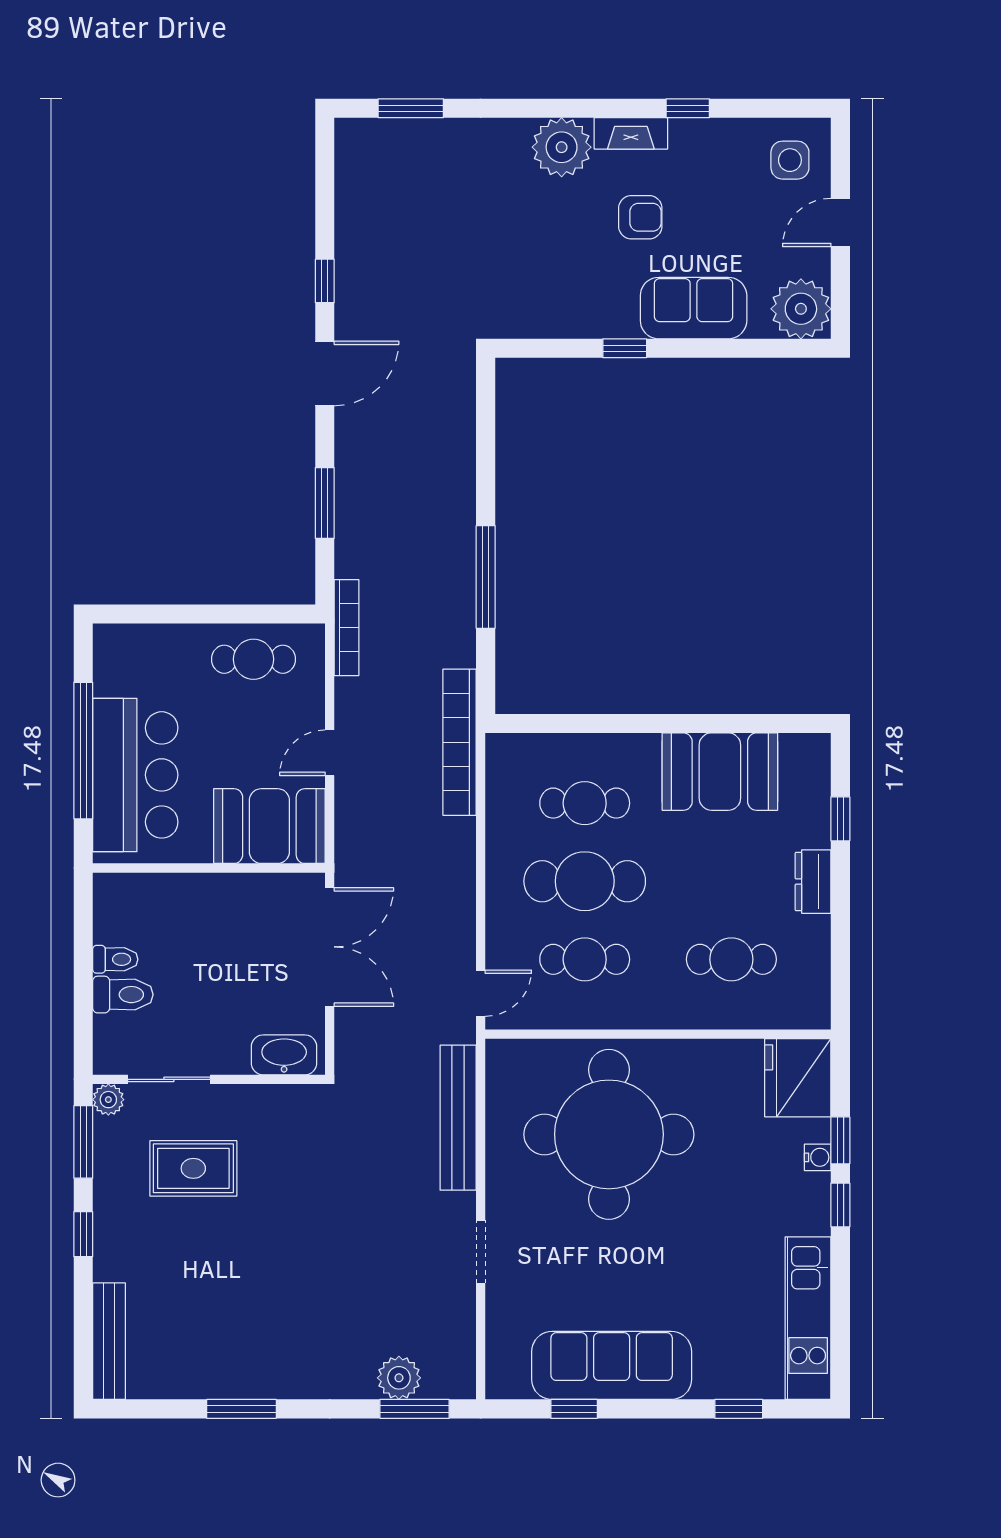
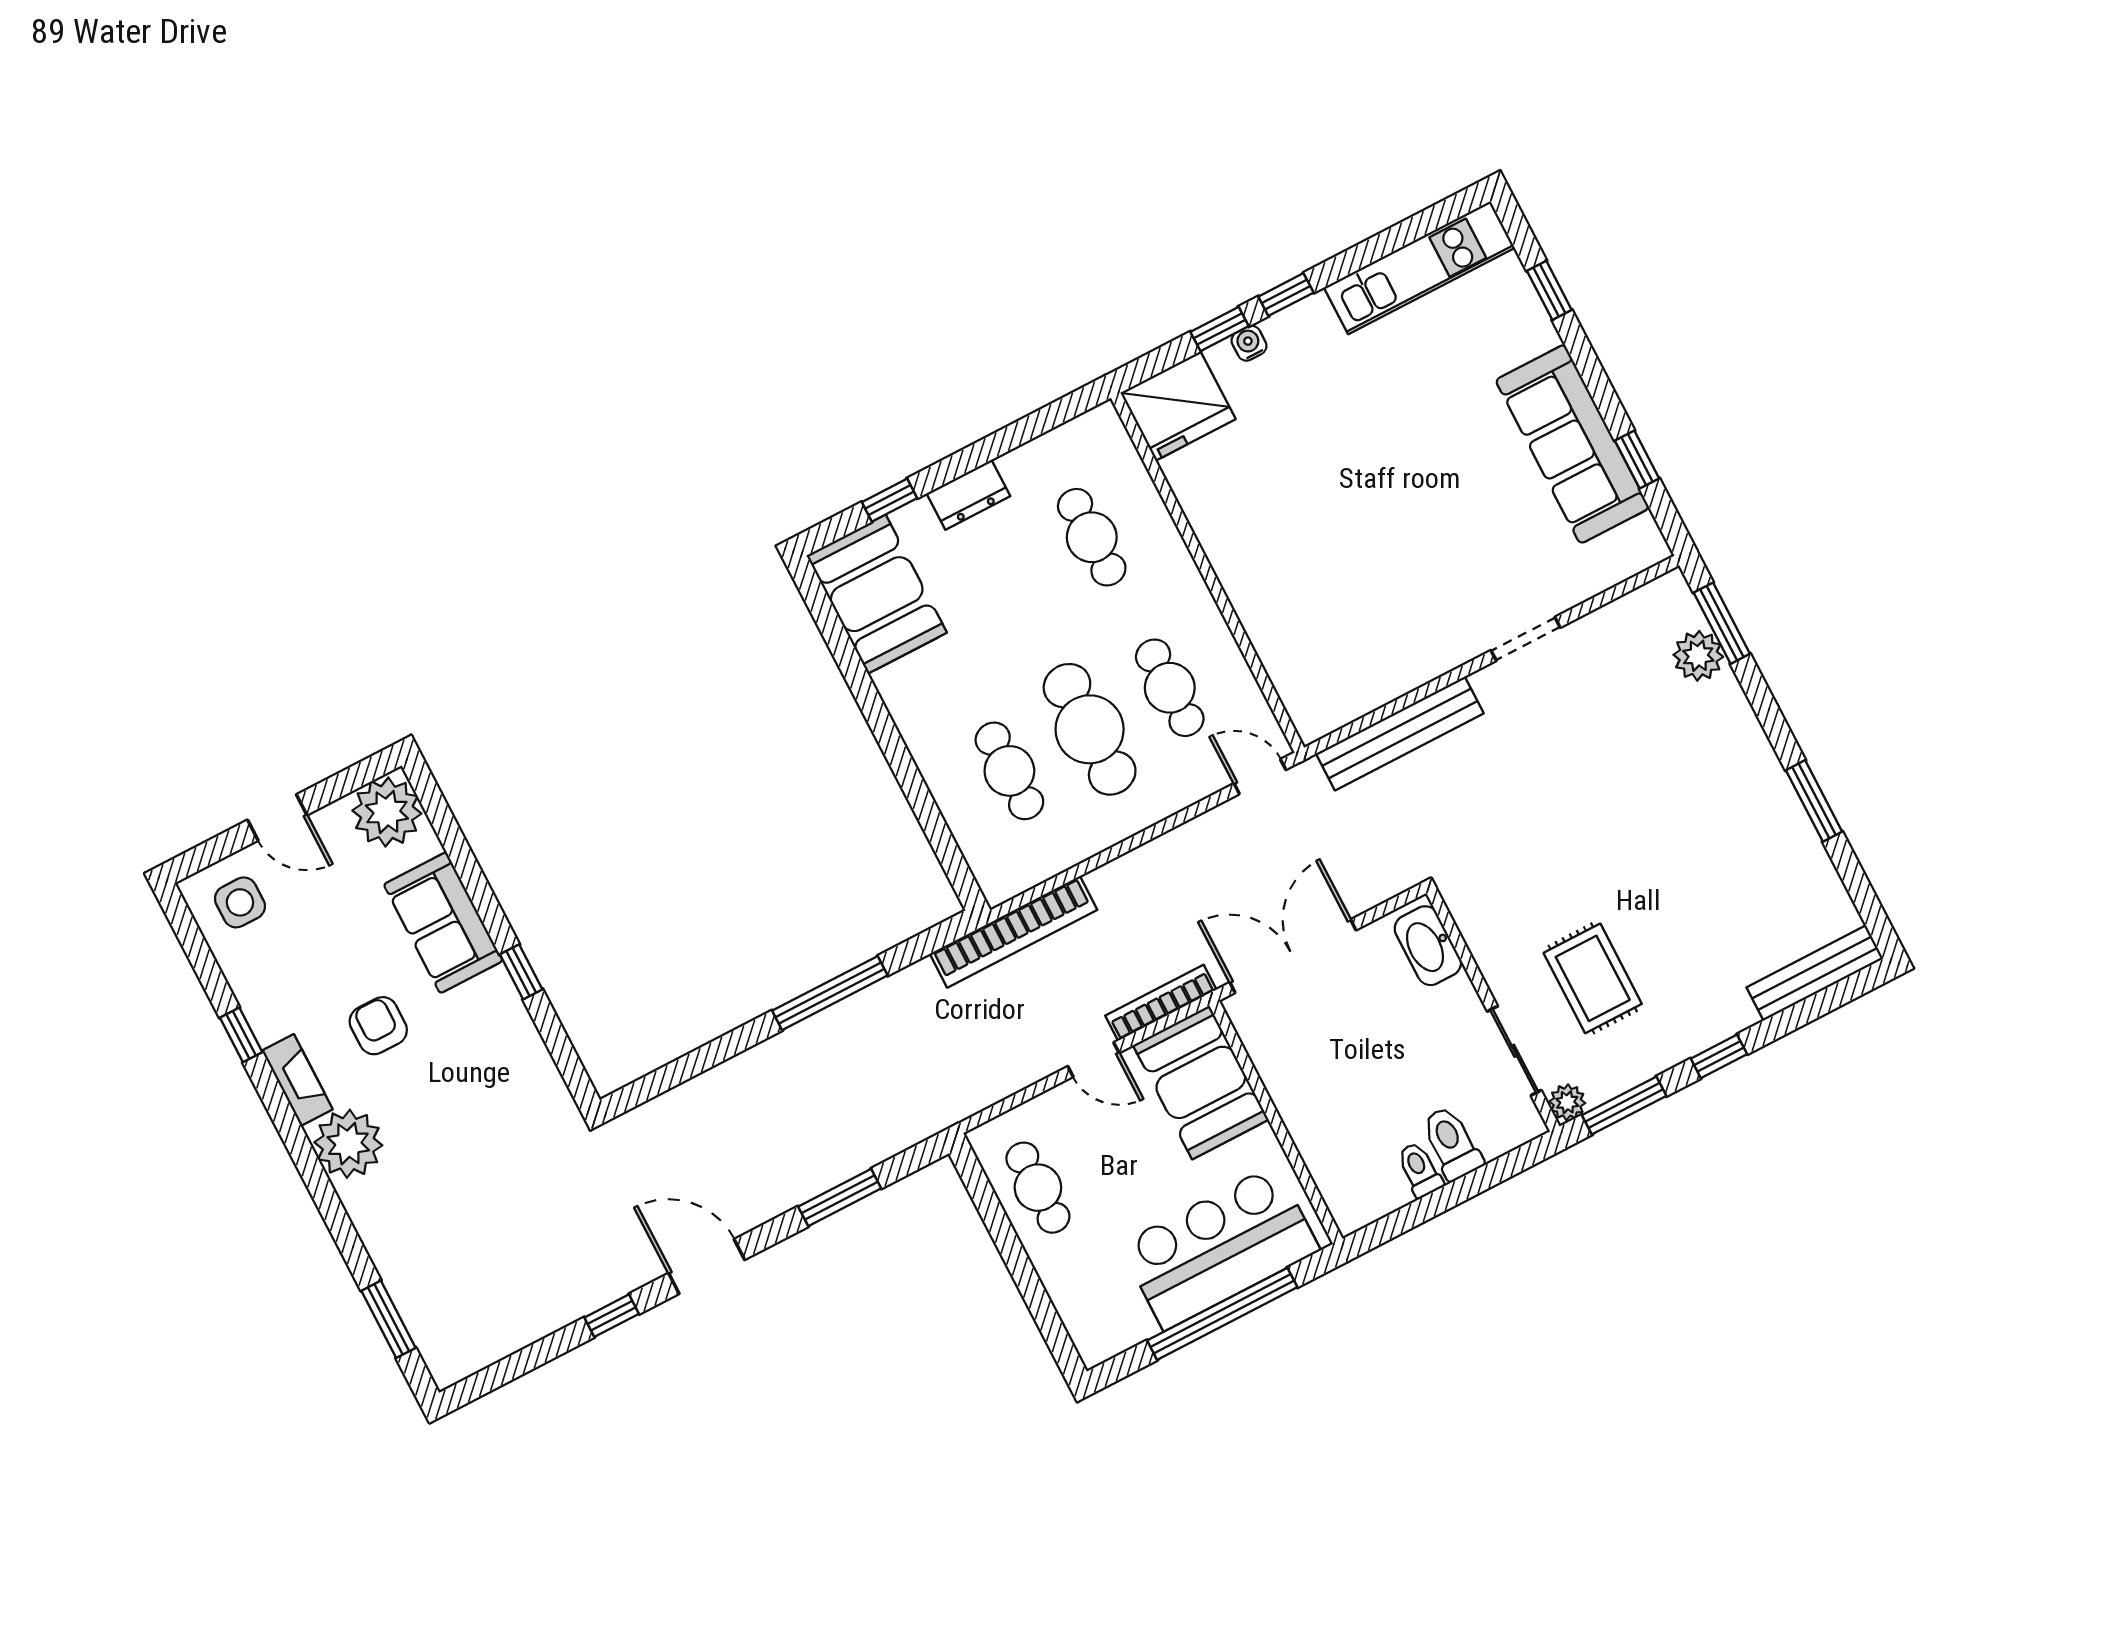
bookcase: (346, 628) -> (1161, 1003), moved
booth: (720, 772) -> (877, 594), moved
round table: (609, 1134) -> (1337, 570), removed

